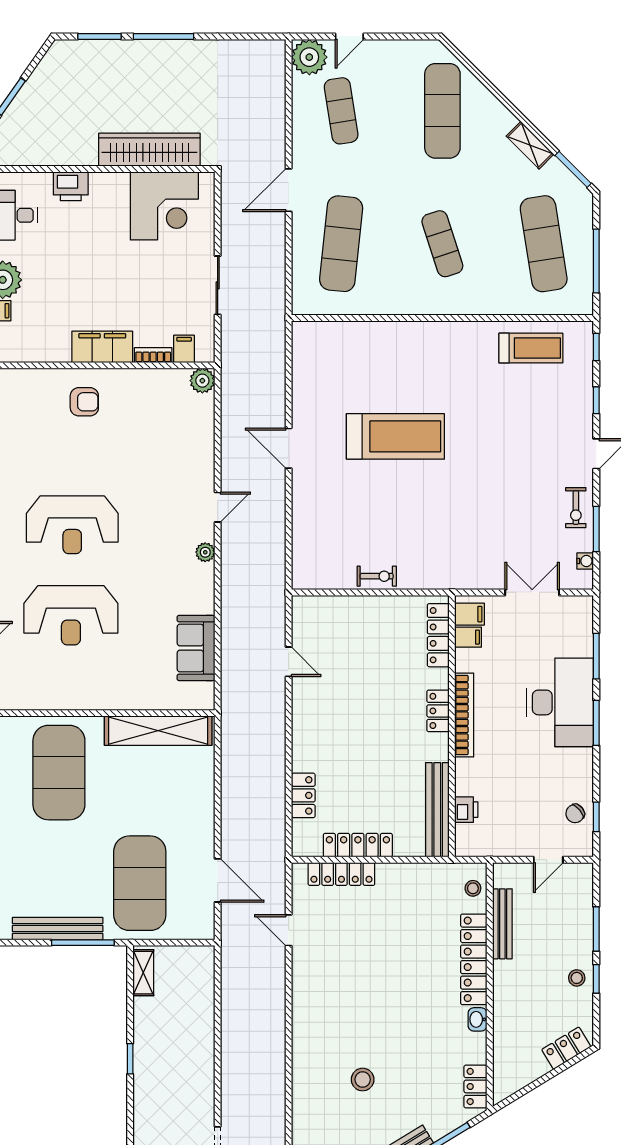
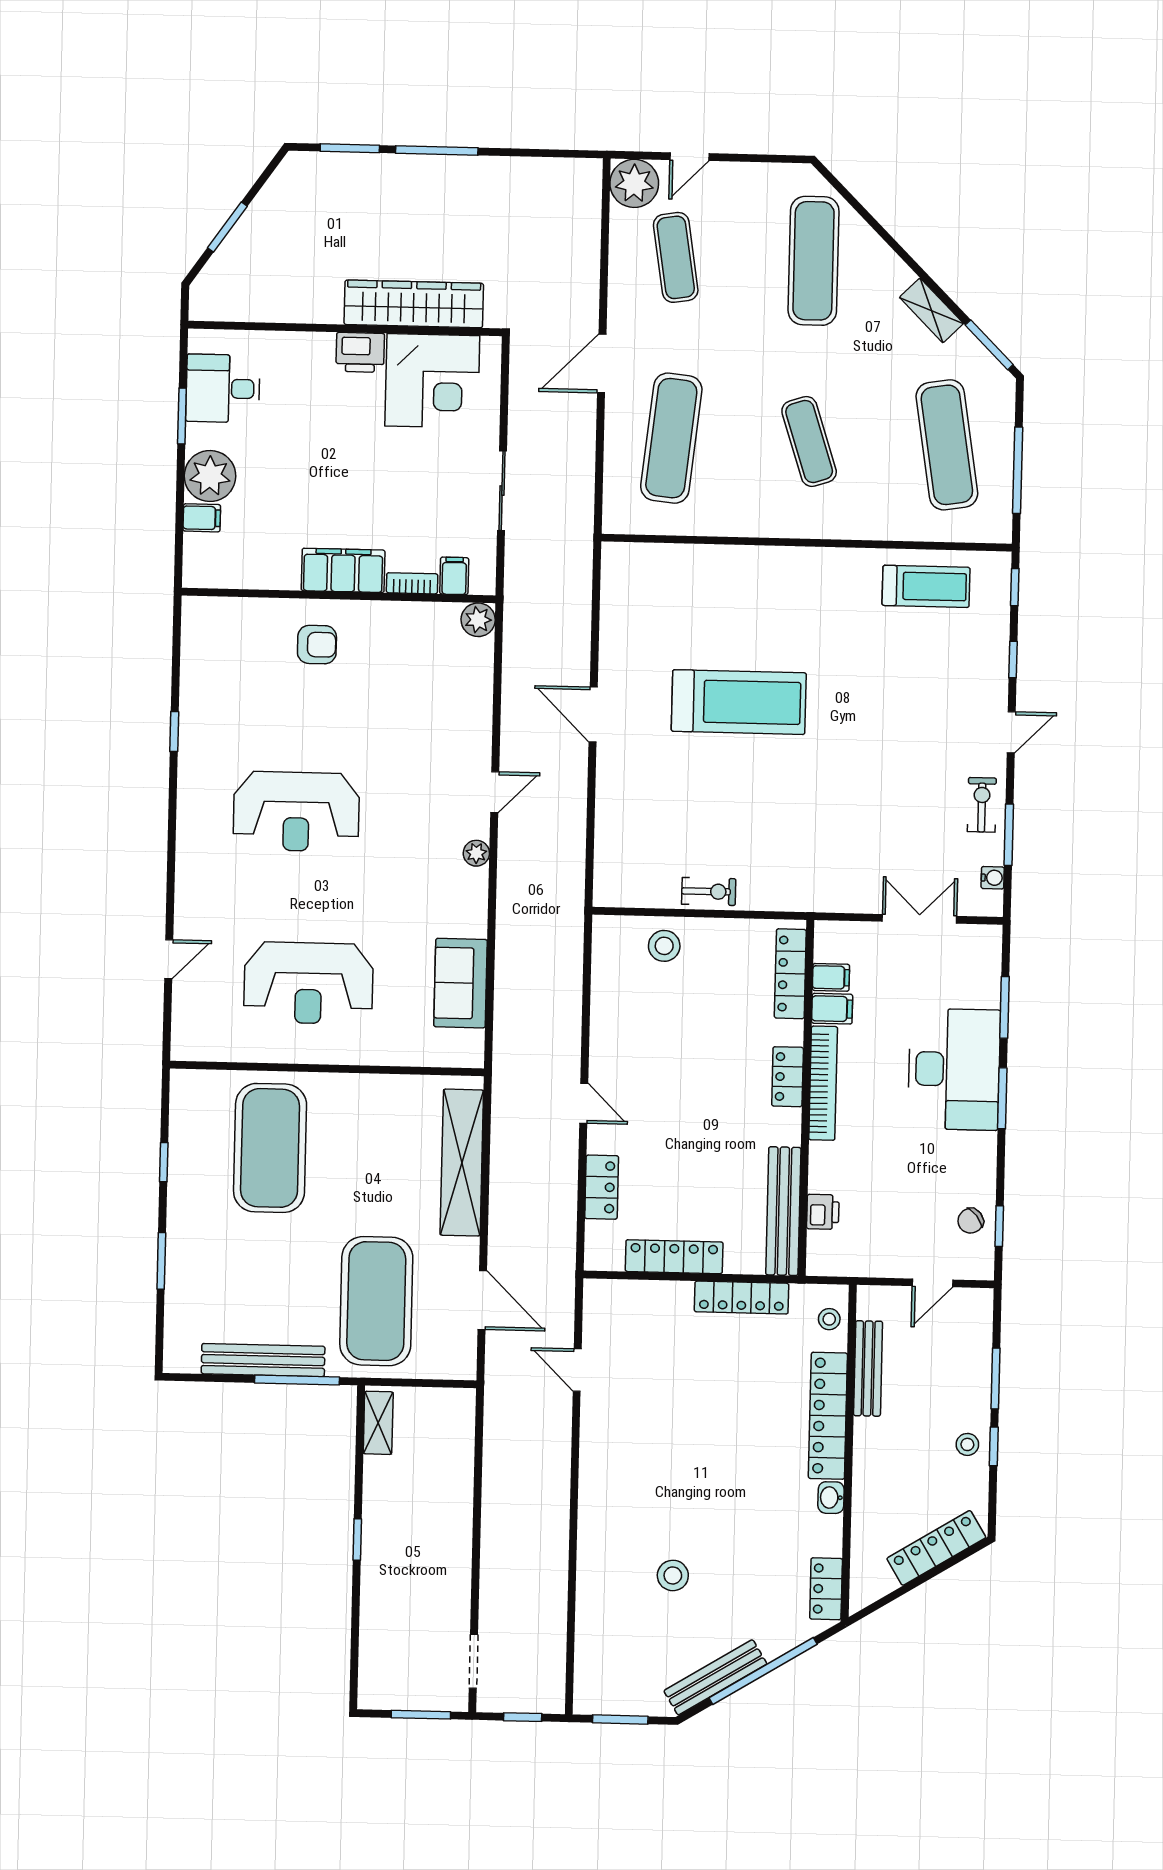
printer: (71, 186) -> (360, 352), moved
exercise bike: (576, 508) -> (982, 805), turned 180
filing cabinet: (469, 614) -> (832, 1009), moved
reception desk: (71, 615) -> (308, 983), moved
stool: (345, 617) -> (664, 946), added
door: (289, 662) -> (584, 1103), moved
shelving: (158, 731) -> (462, 1163), moved, turned 90
locker: (341, 874) -> (742, 1298), moved
locker: (566, 1048) -> (936, 1548), width x1.53

